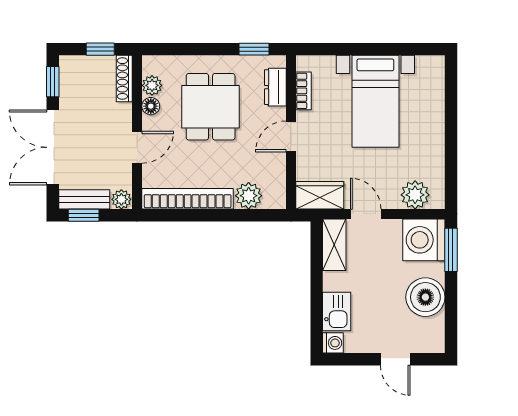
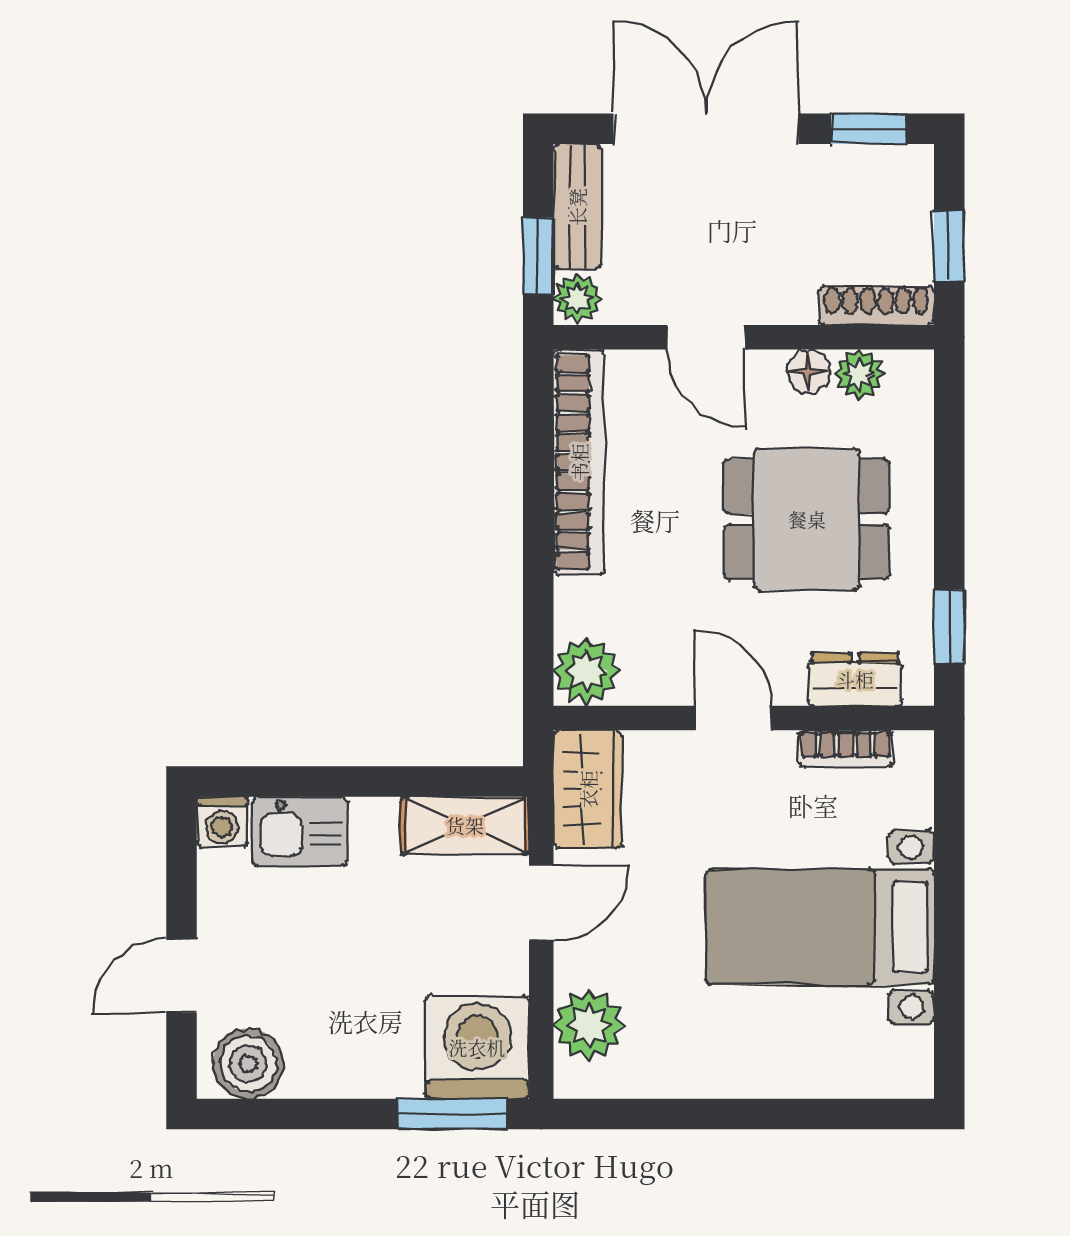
plant: (249, 196) -> (586, 671), moved
window: (84, 215) -> (538, 256), moved
boiler: (425, 297) -> (248, 1064), moved, width x0.73, depth x0.73

